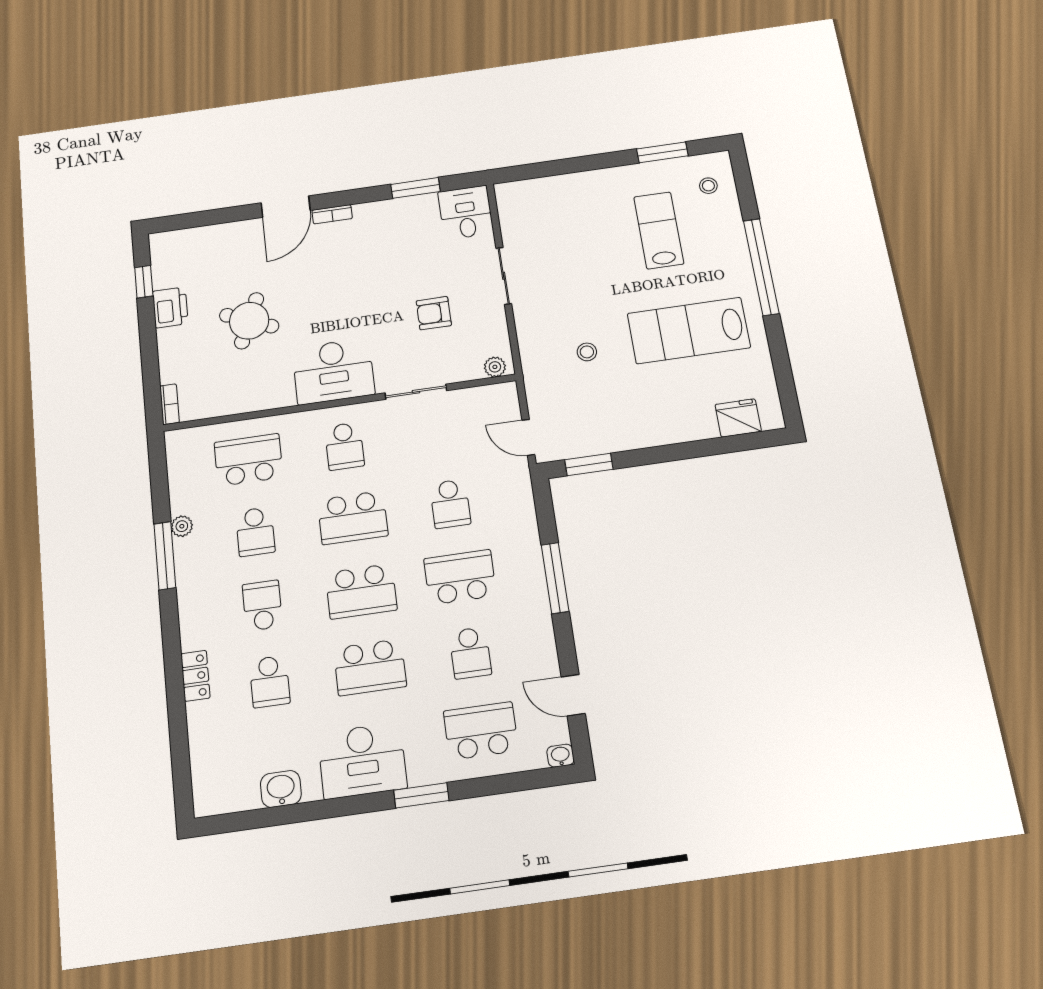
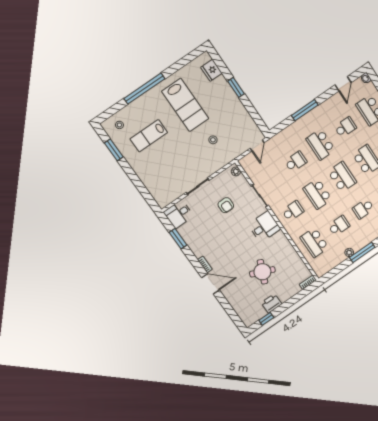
desk: (333, 371) -> (264, 227), width x0.73
window: (589, 464) -> (236, 87), moved
school desk: (353, 518) -> (317, 194), turned 180

